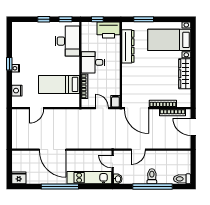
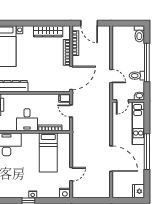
wardrobe: (185, 74) -> (48, 31), moved
nightstand: (17, 91) -> (65, 193), moved
door: (36, 108) -> (71, 174), hinge flipped
door: (102, 108) -> (71, 111), hinge flipped
door: (193, 127) -> (89, 23), hinge flipped
door: (53, 150) -> (111, 159), hinge flipped
toilet: (152, 176) -> (137, 76), moved

